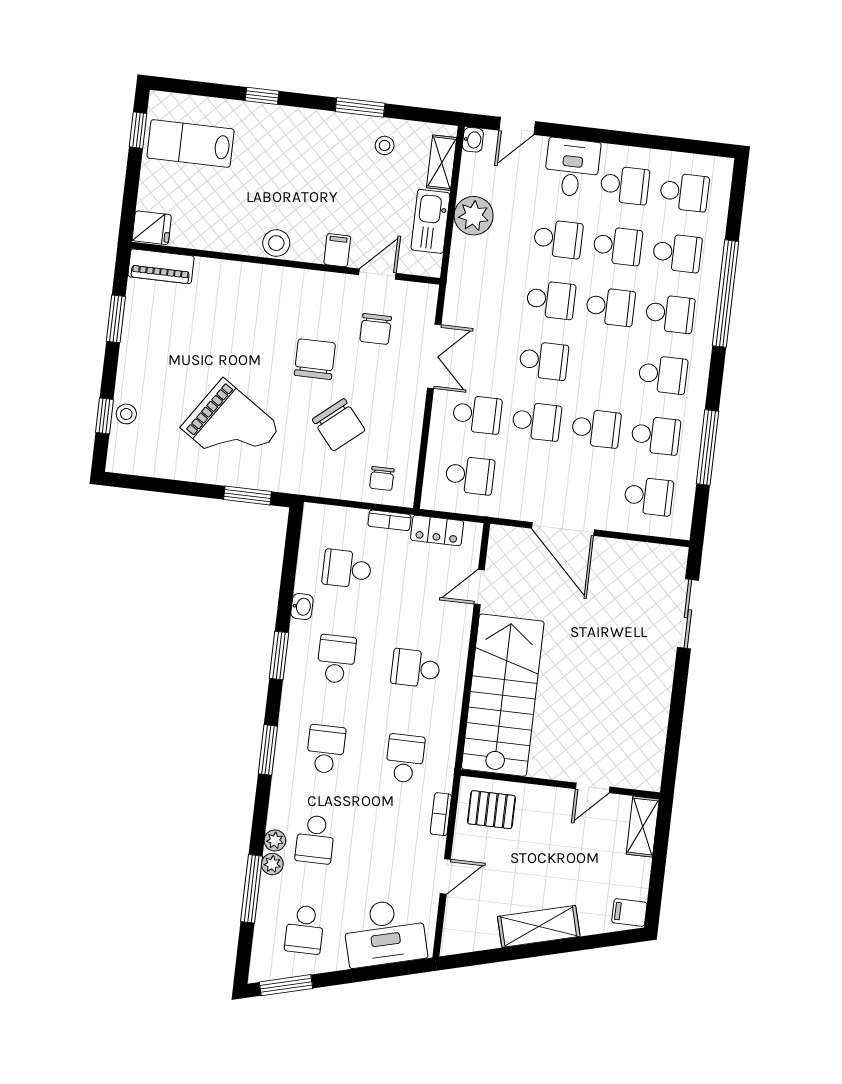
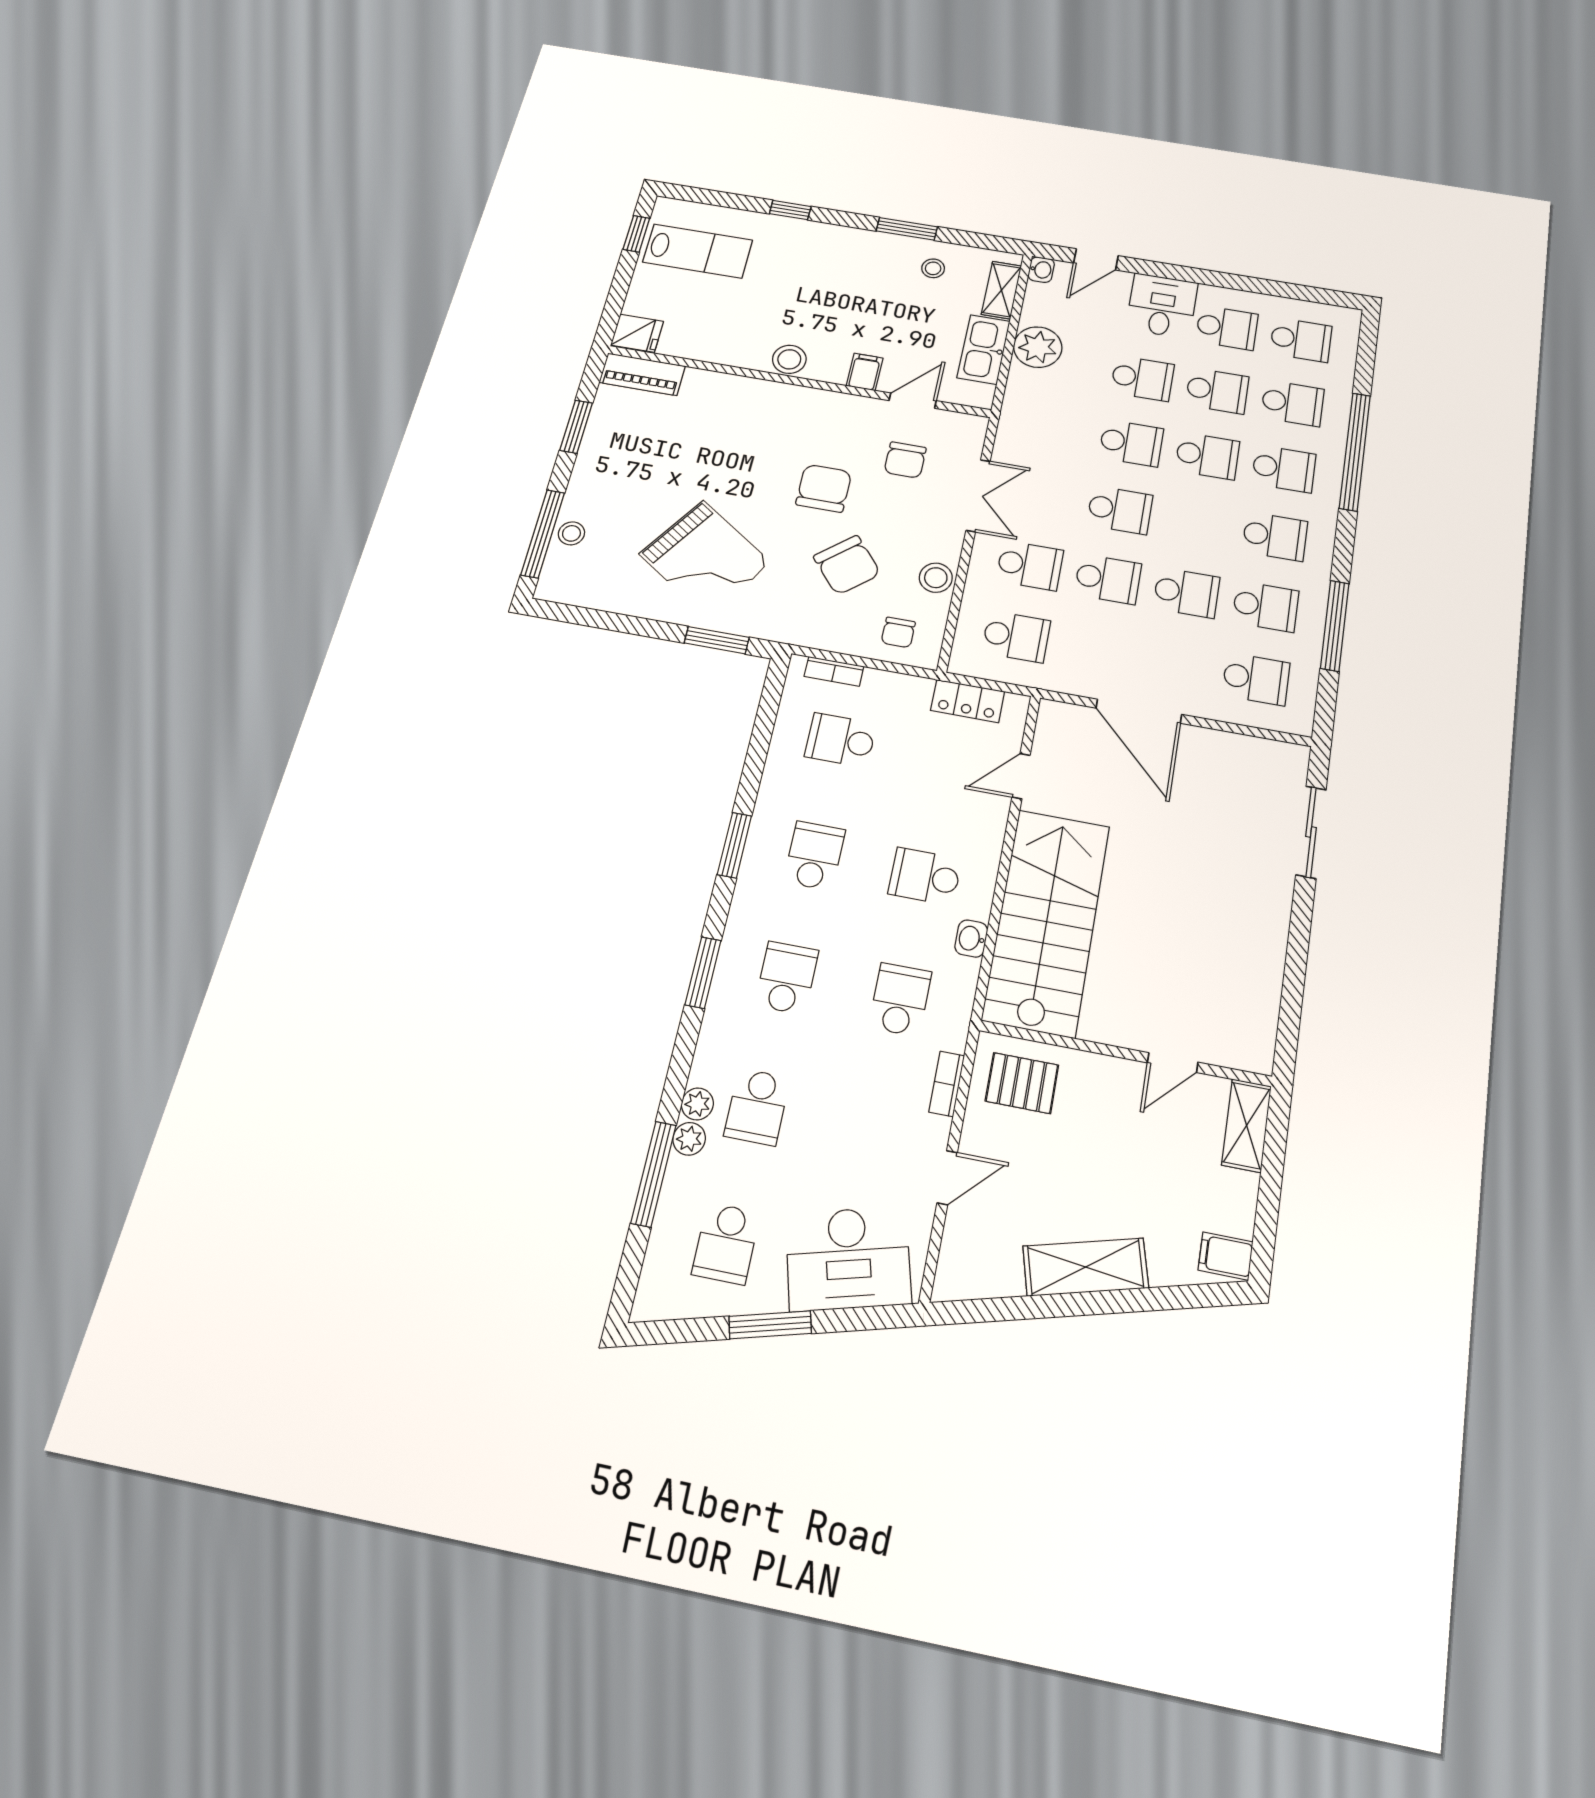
lab bench: (191, 143) -> (698, 251), turned 180
window: (104, 416) -> (543, 534), width x2.17
stool: (407, 430) -> (936, 578), added
bookcase: (389, 520) -> (834, 671), moved
washbasin: (302, 607) -> (971, 939), moved, turned 180
window: (286, 985) -> (770, 1325), moved

